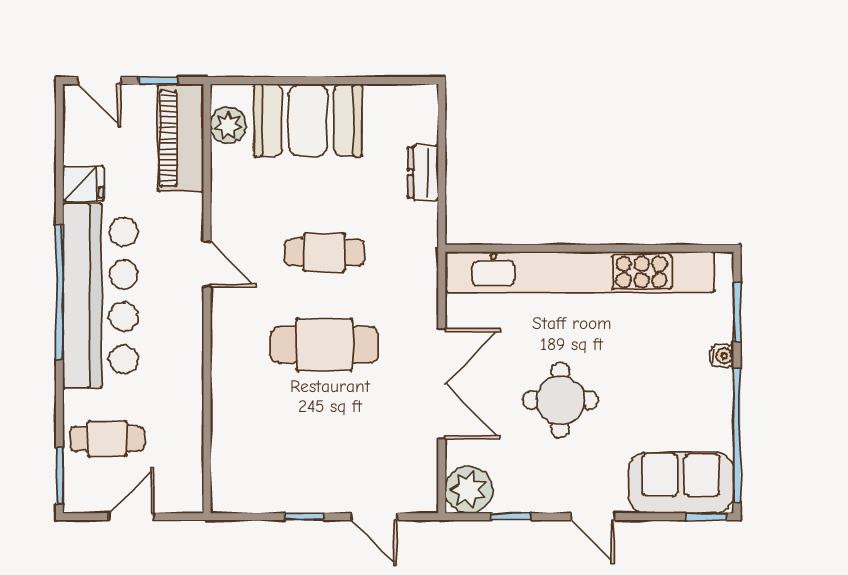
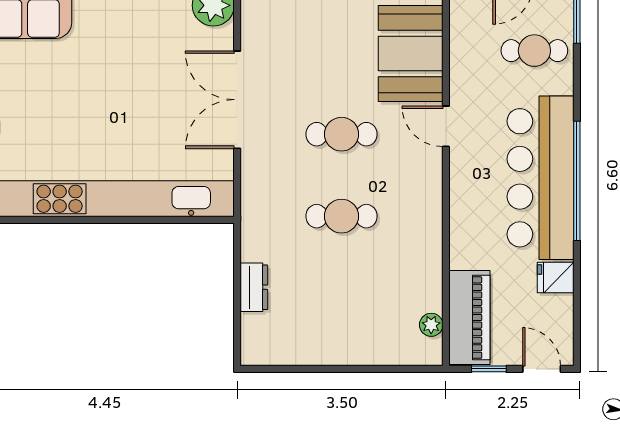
booth: (308, 120) -> (411, 53), moved, turned 90
plant: (228, 125) -> (431, 325), width x0.73, depth x0.73
door: (207, 264) -> (446, 126), moved
cafe table: (324, 345) -> (342, 134), width x0.73, depth x0.74
round table: (560, 400) -> (132, 85), removed

